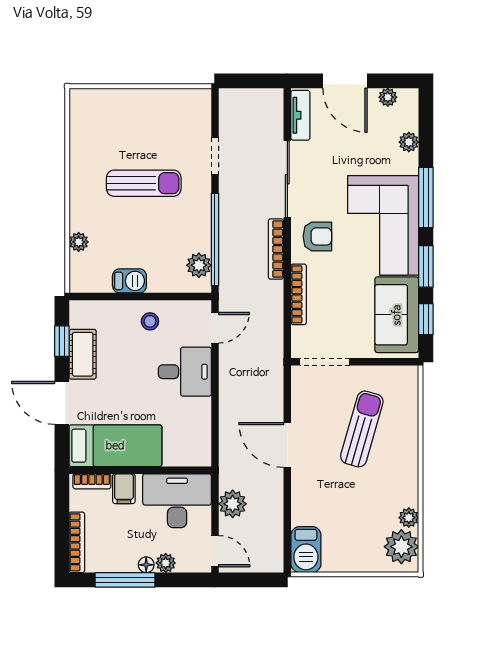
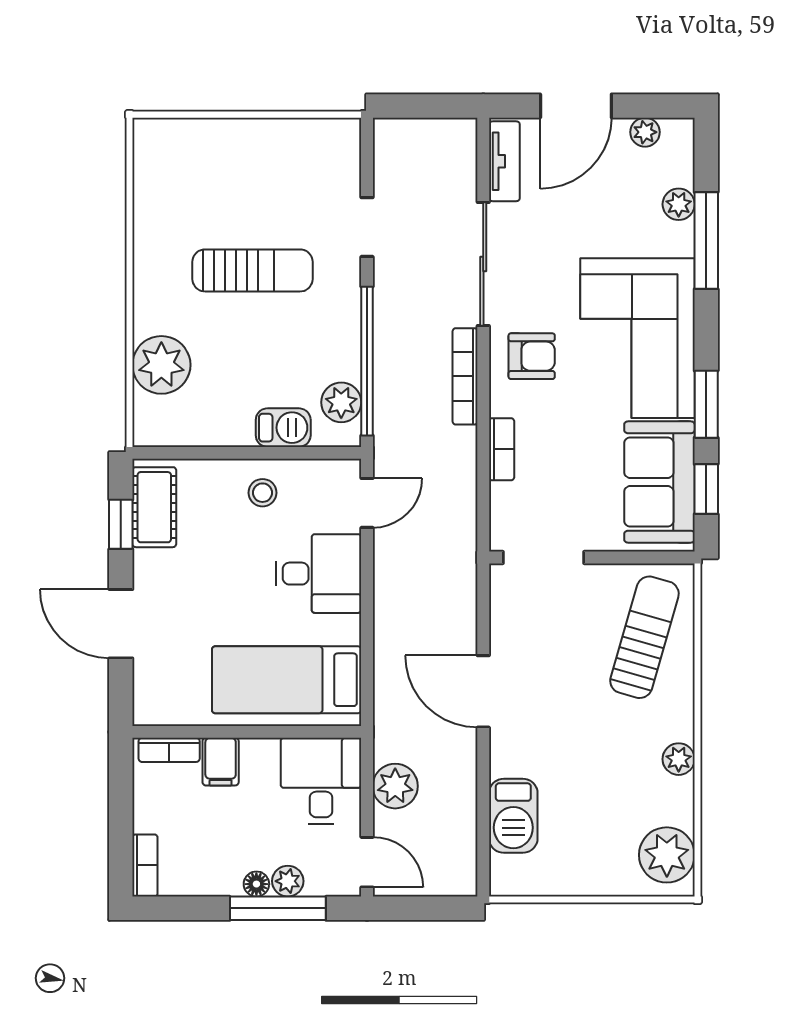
door: (345, 81) -> (576, 106), hinge flipped
window: (426, 197) -> (706, 241), moved
plant: (79, 242) -> (161, 365), width x1.88, depth x1.88
barbecue: (129, 281) -> (283, 428), moved
bookcase: (299, 294) -> (502, 449), width x0.64
cot: (83, 354) -> (154, 507), moved
sun lounger: (362, 429) -> (644, 637), moved
bed: (115, 446) -> (287, 680), moved, turned 180
desk: (177, 501) -> (321, 781), width x0.73
plant: (409, 518) -> (679, 759), moved
bookcase: (77, 542) -> (145, 865), width x0.64
barbecue: (306, 550) -> (513, 816), moved
window: (125, 580) -> (278, 908), moved

